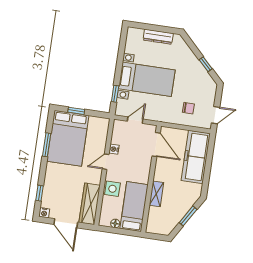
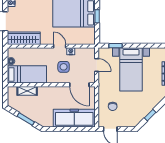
door: (156, 145) -> (79, 85), hinge flipped
side table: (112, 189) -> (64, 67), moved
shelving: (156, 194) -> (27, 91), moved

